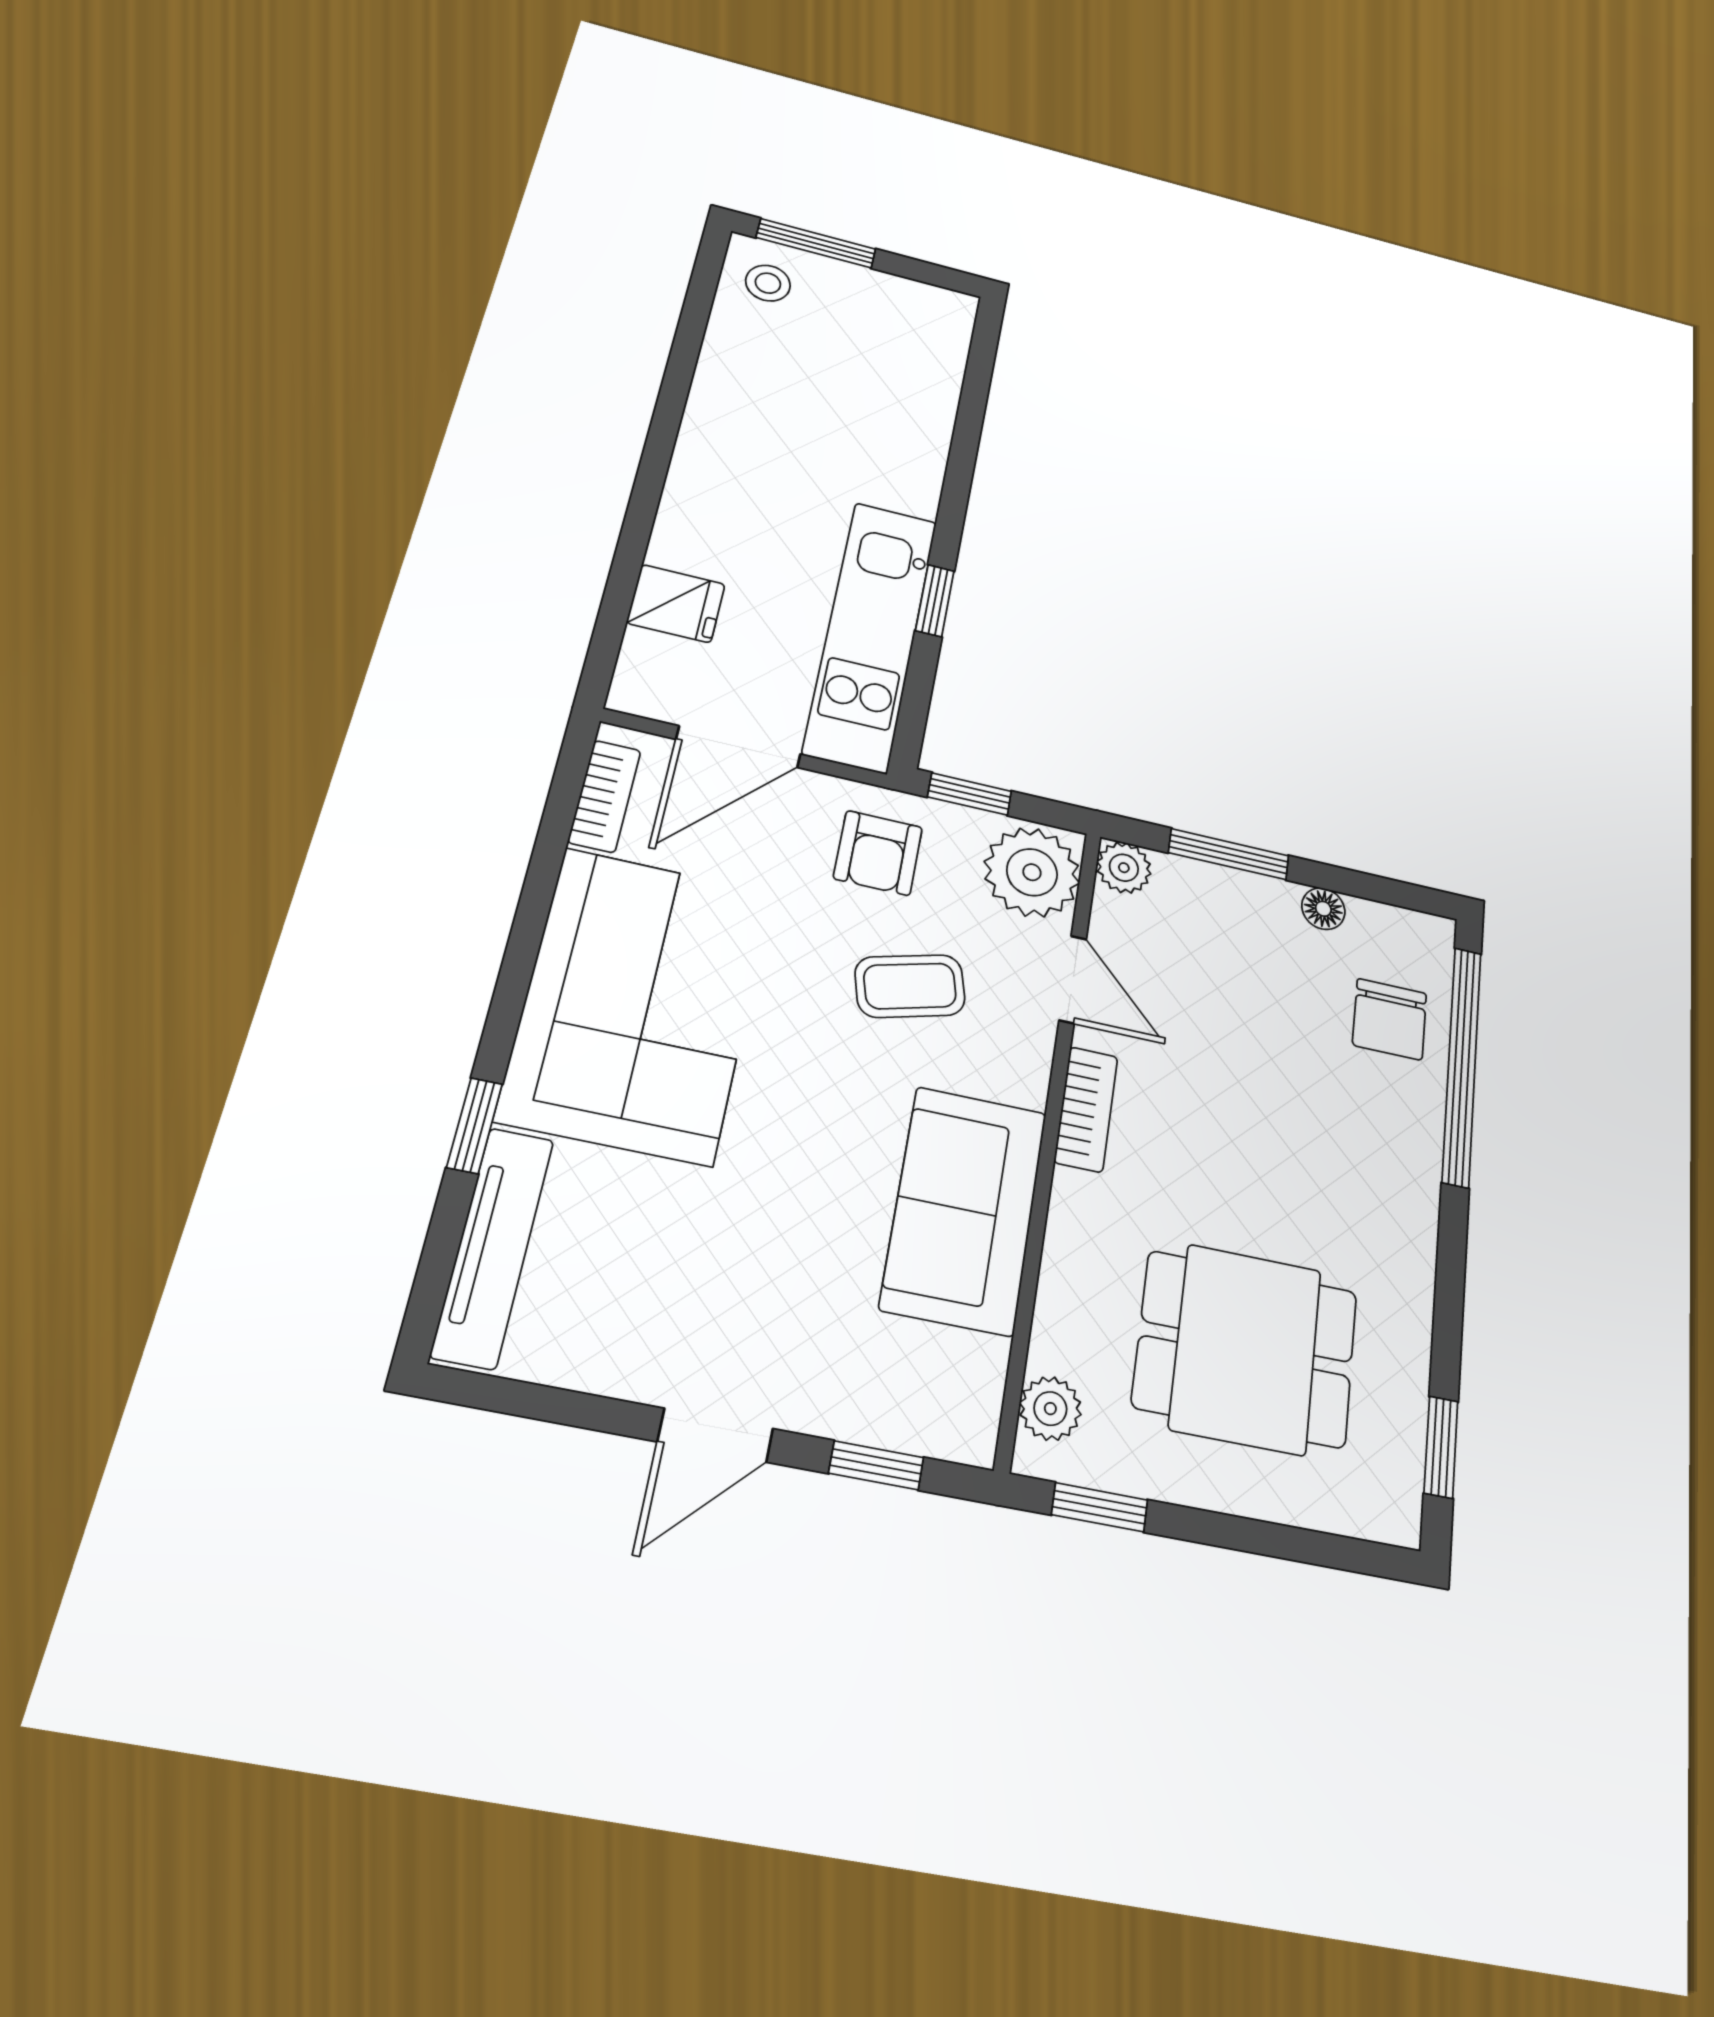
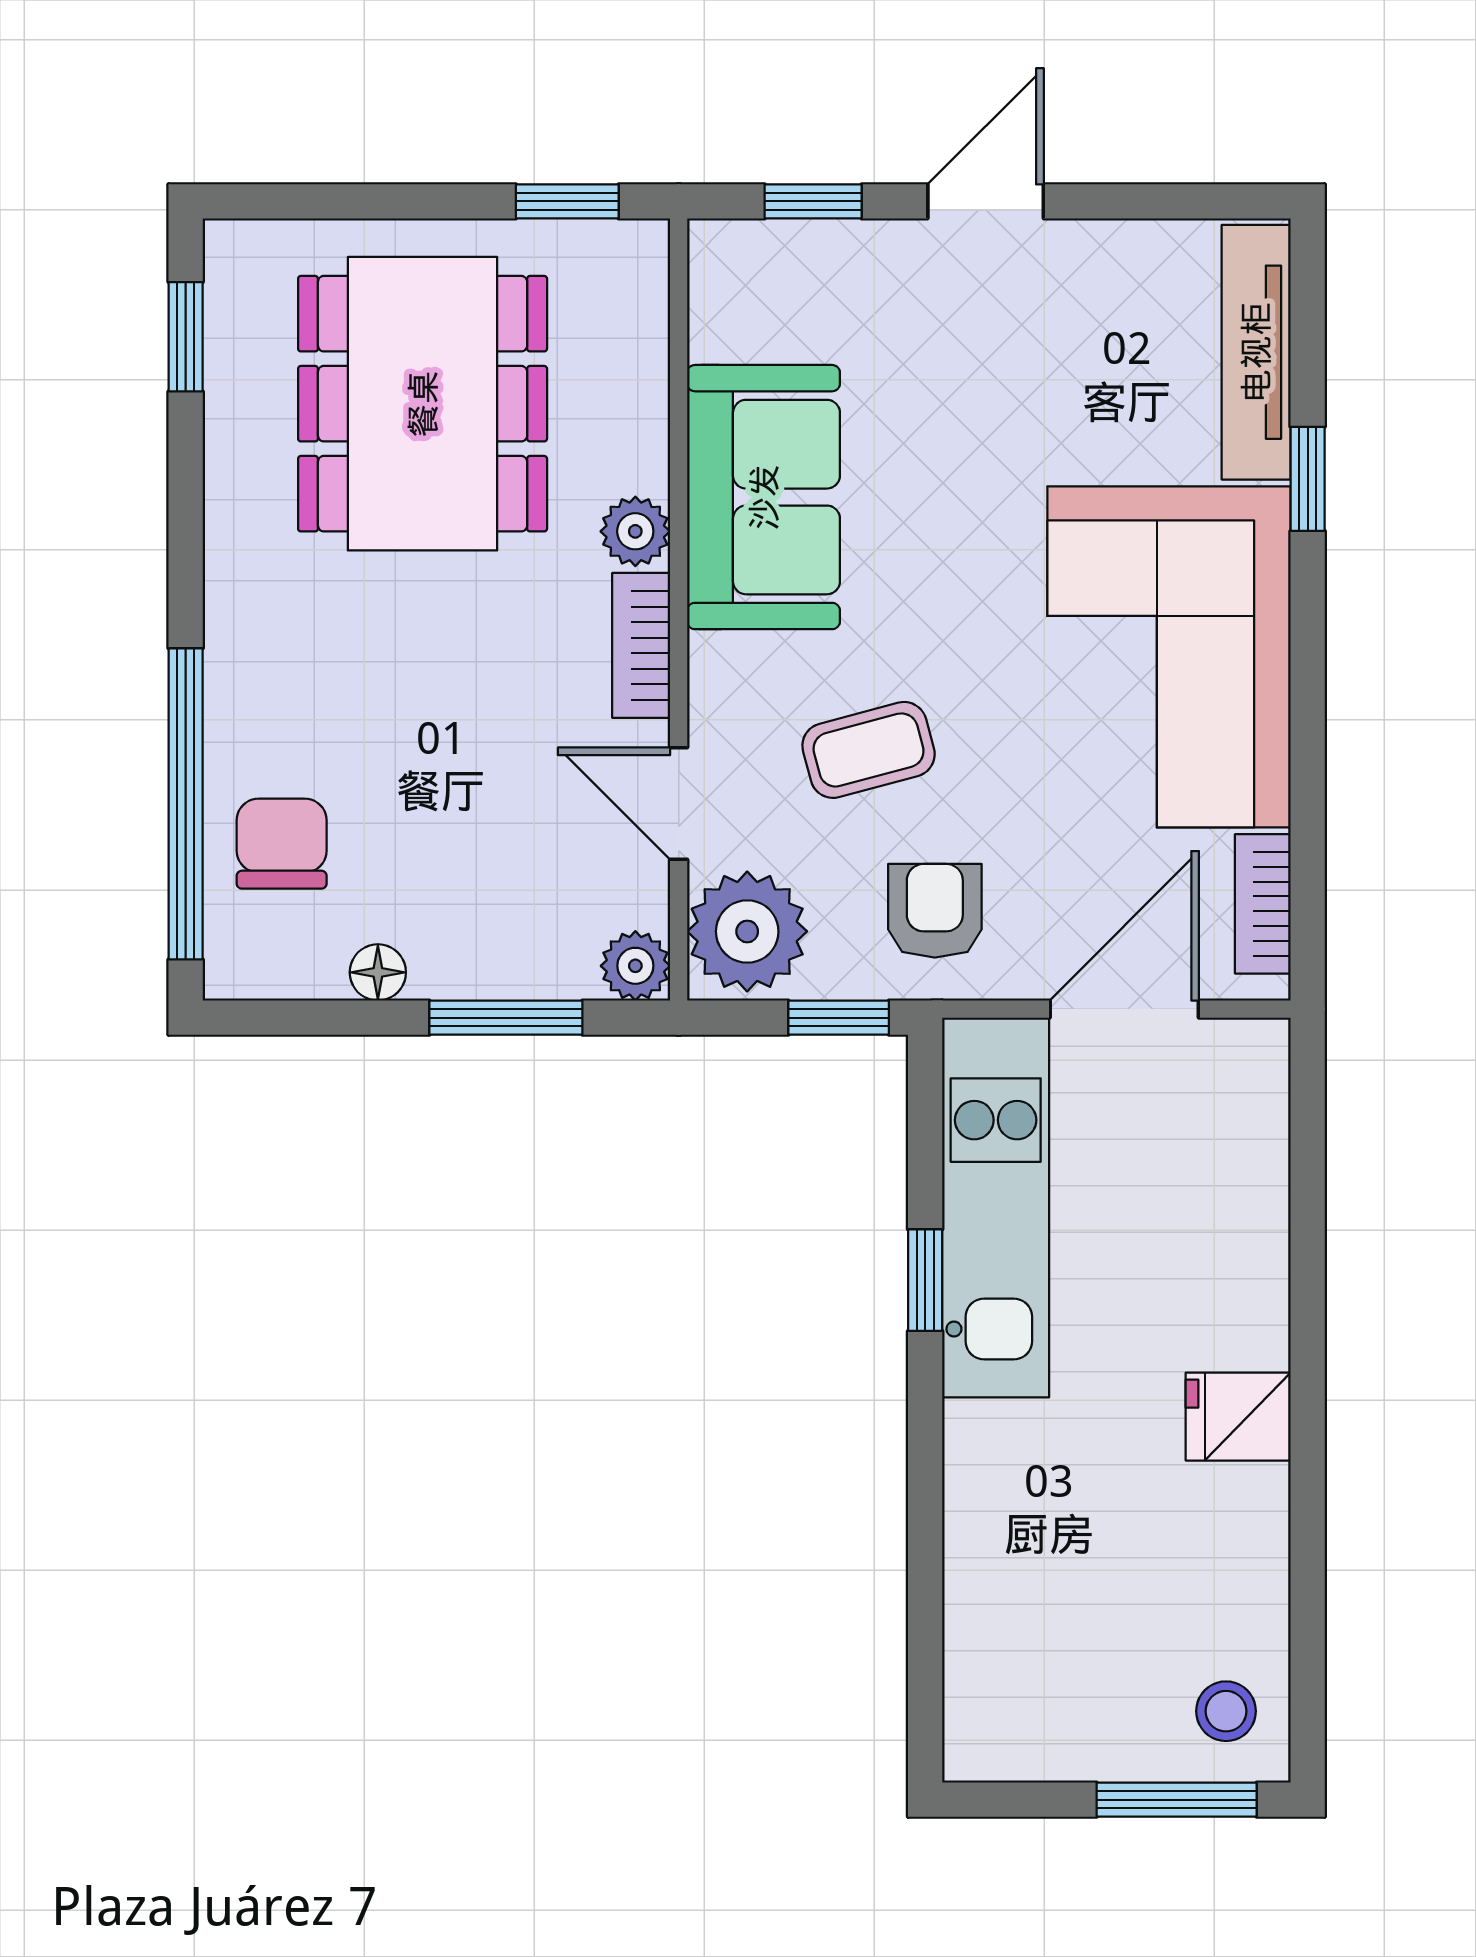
fridge: (676, 604) -> (1238, 1417), moved
dining table: (1246, 1349) -> (423, 404), width x1.38
plant: (1050, 1409) -> (635, 531), moved

